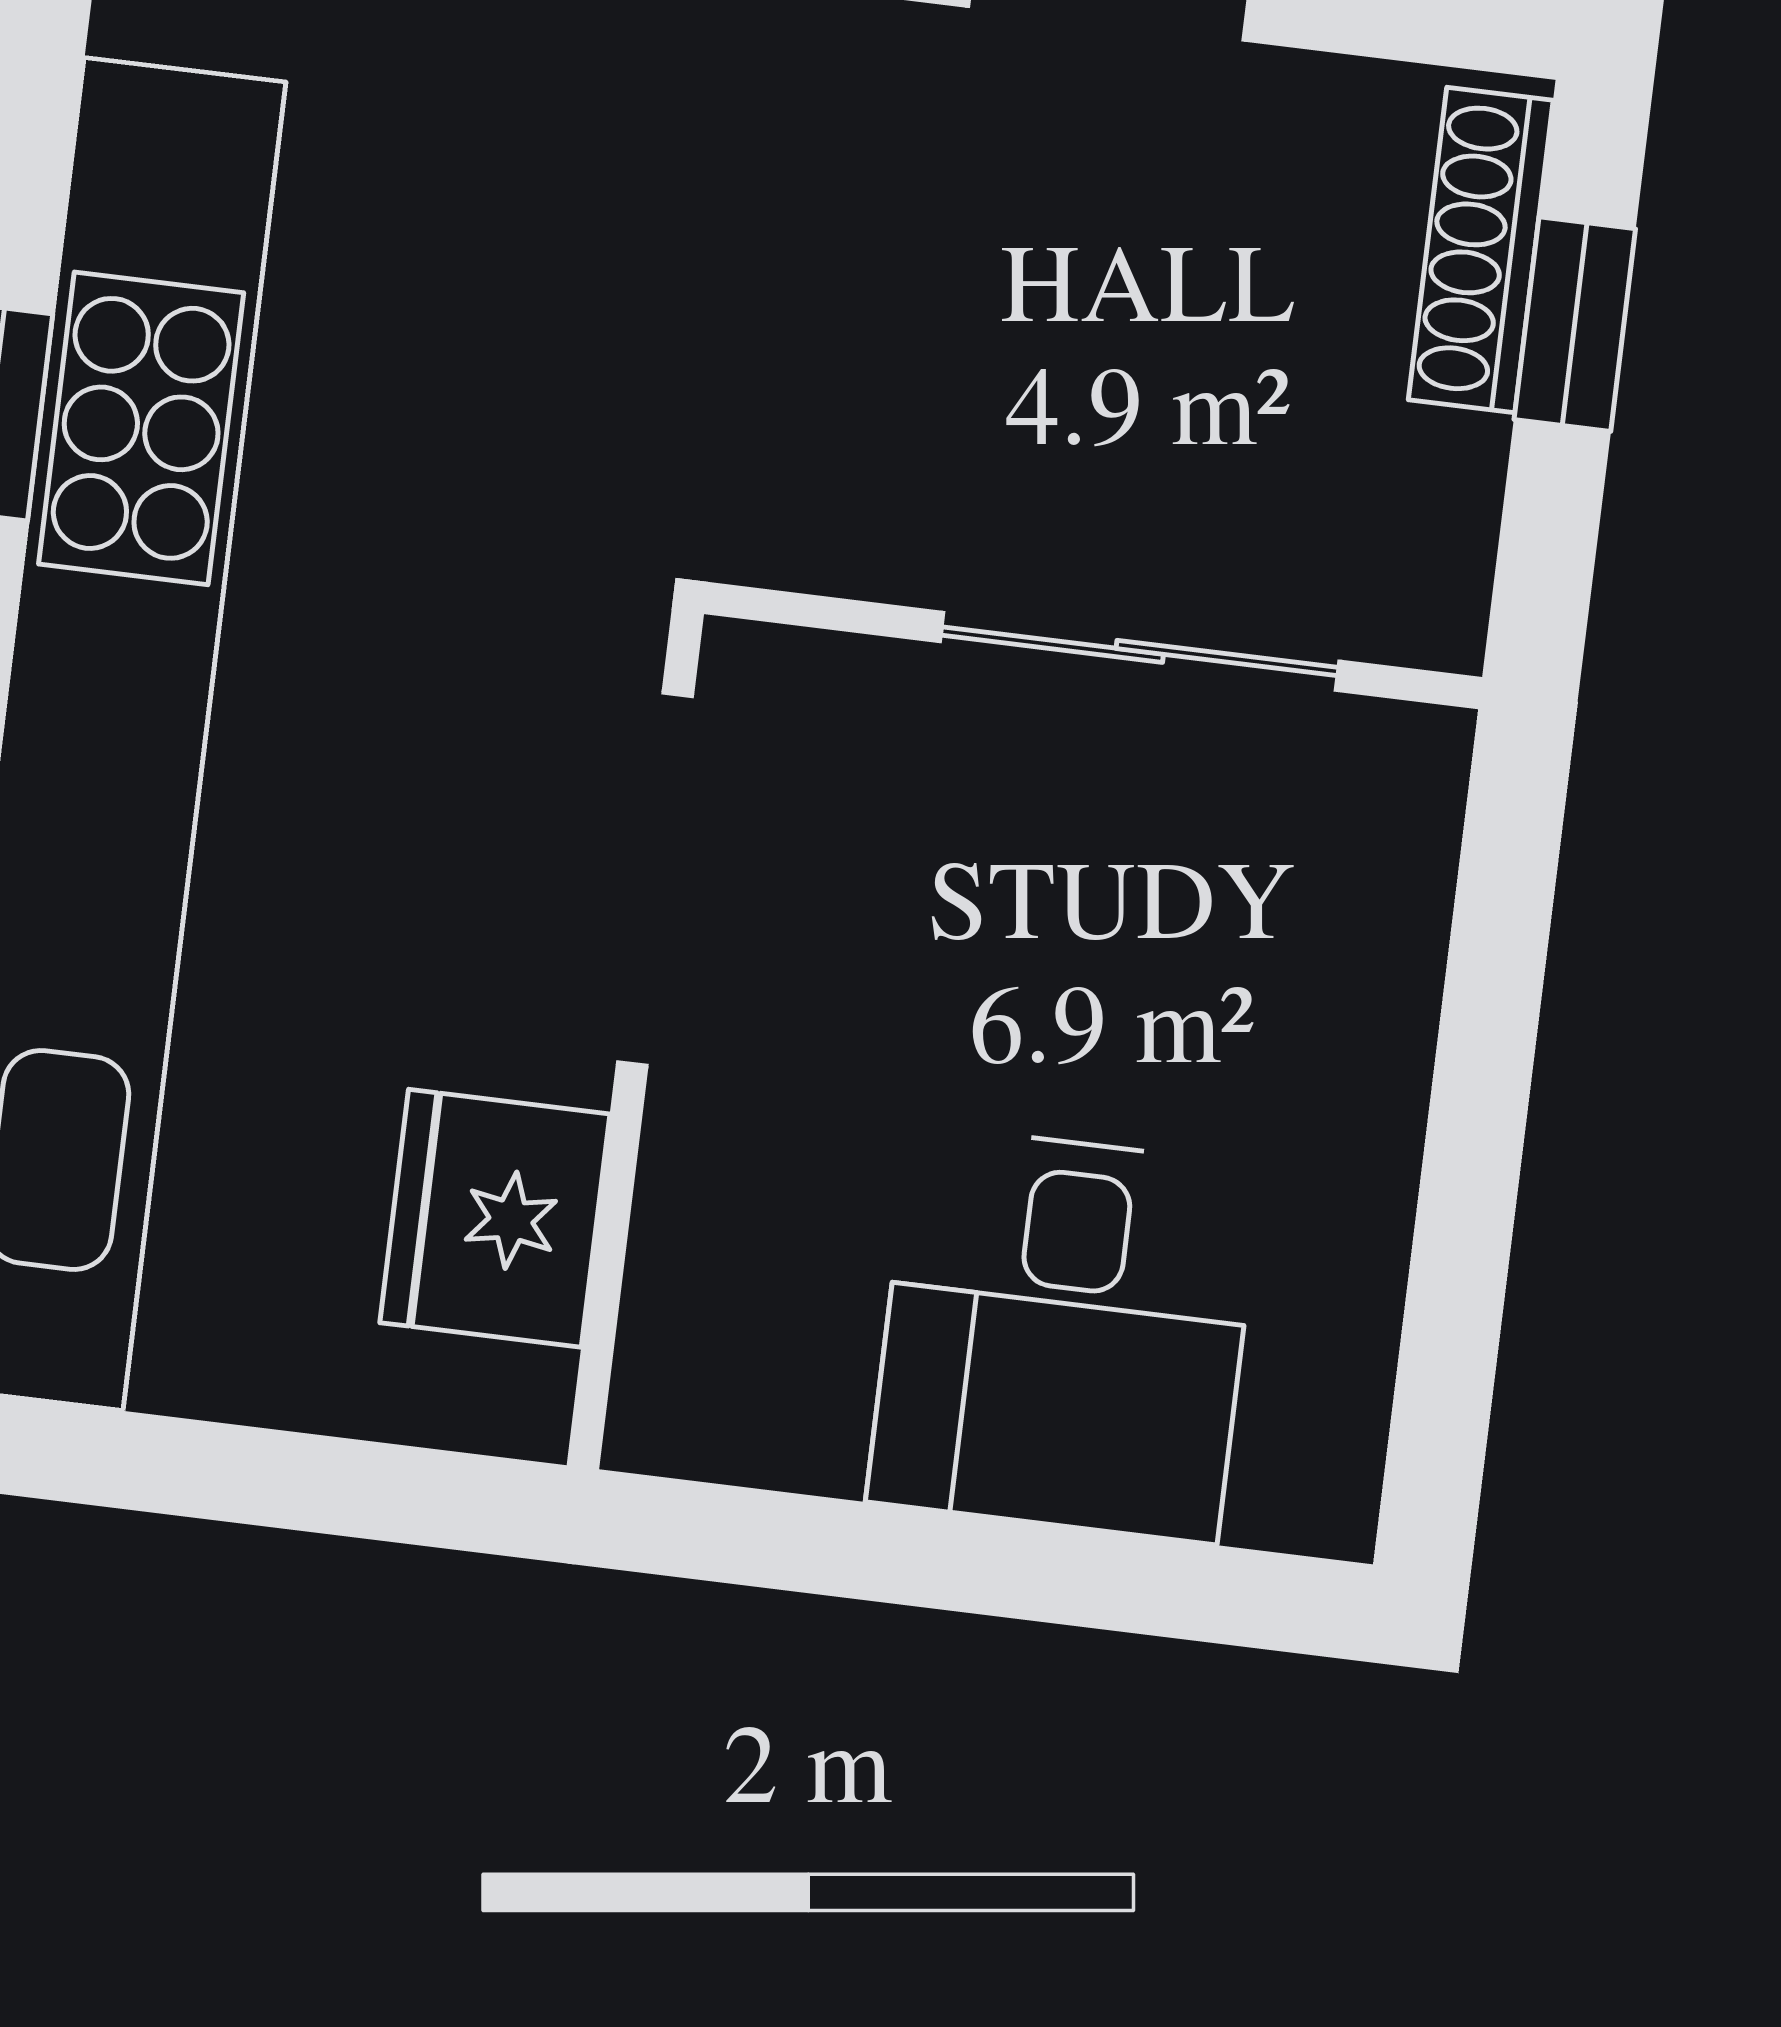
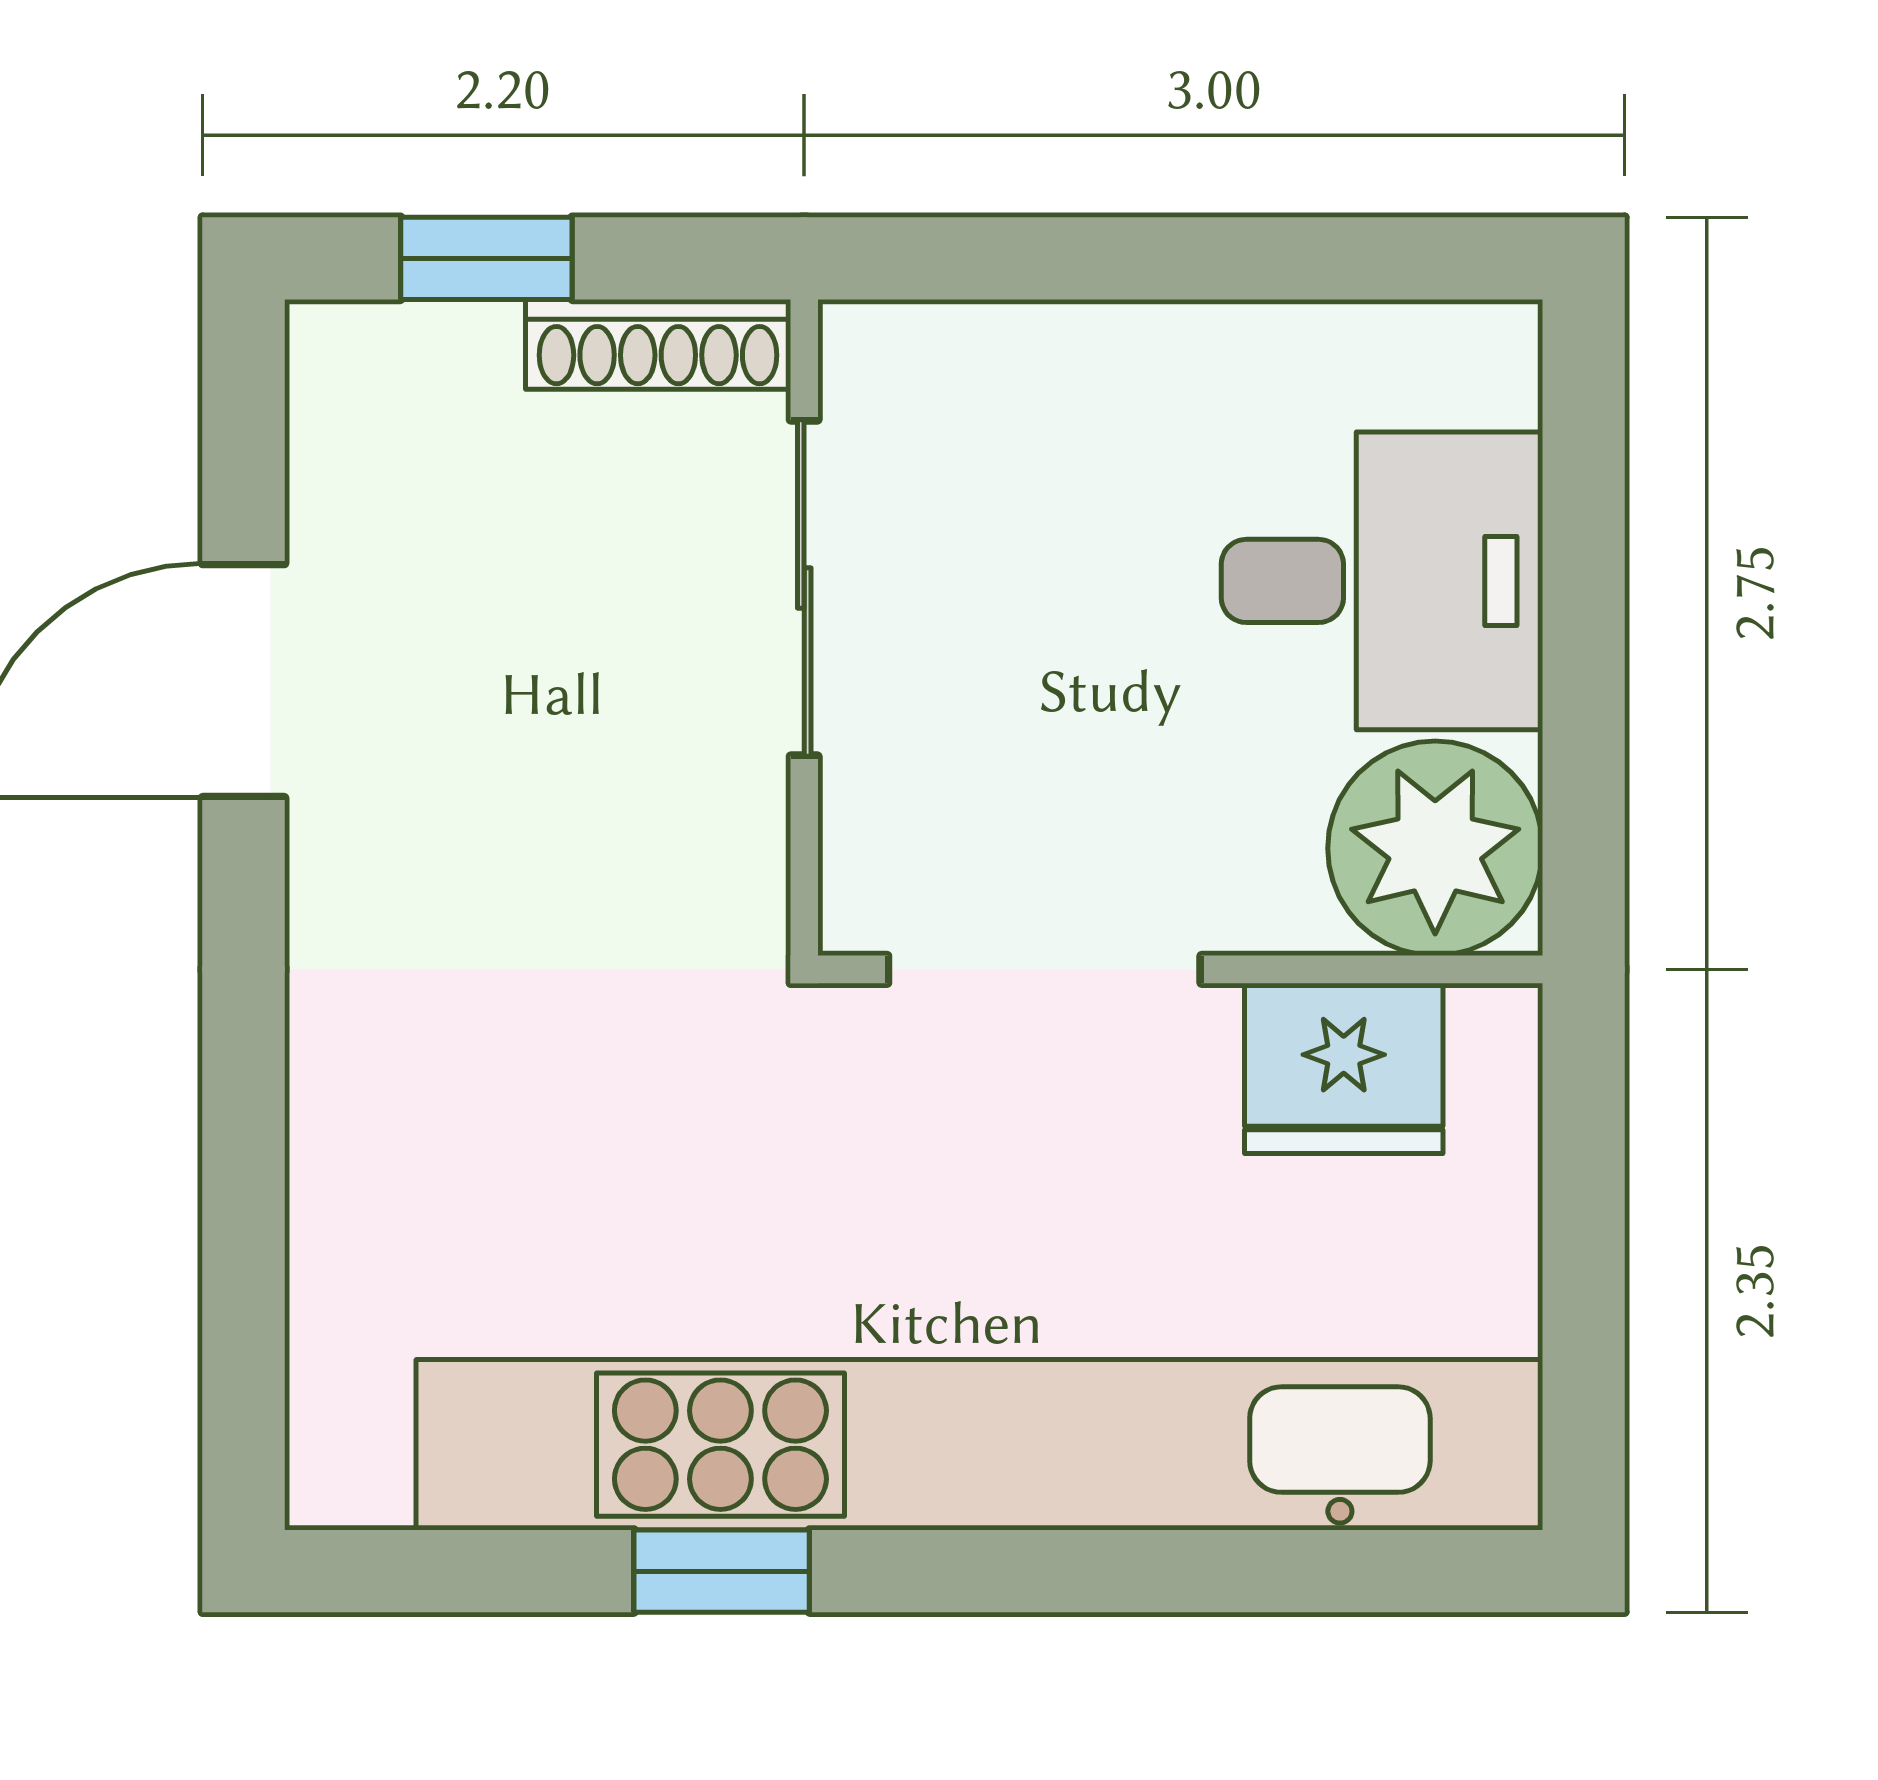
shoe rack: (1481, 250) -> (658, 344), moved
plant: (741, 1358) -> (1435, 848), added

